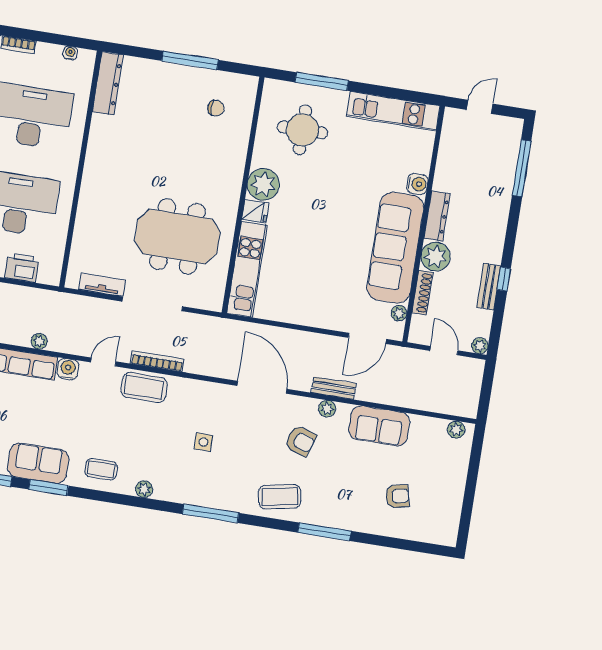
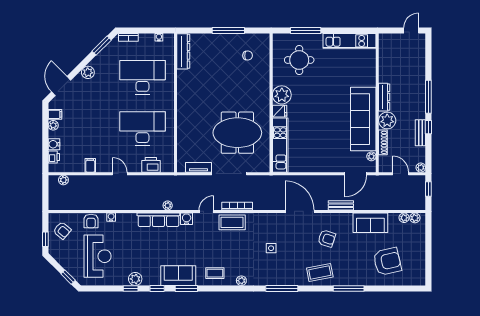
door: (480, 107) -> (411, 31), moved
window: (522, 168) -> (428, 97), moved
water cooler: (417, 184) -> (370, 80), removed
window: (487, 384) -> (428, 189), added
plant: (327, 409) -> (404, 218), moved
armchair: (397, 496) -> (387, 261), width x1.88, depth x1.88

